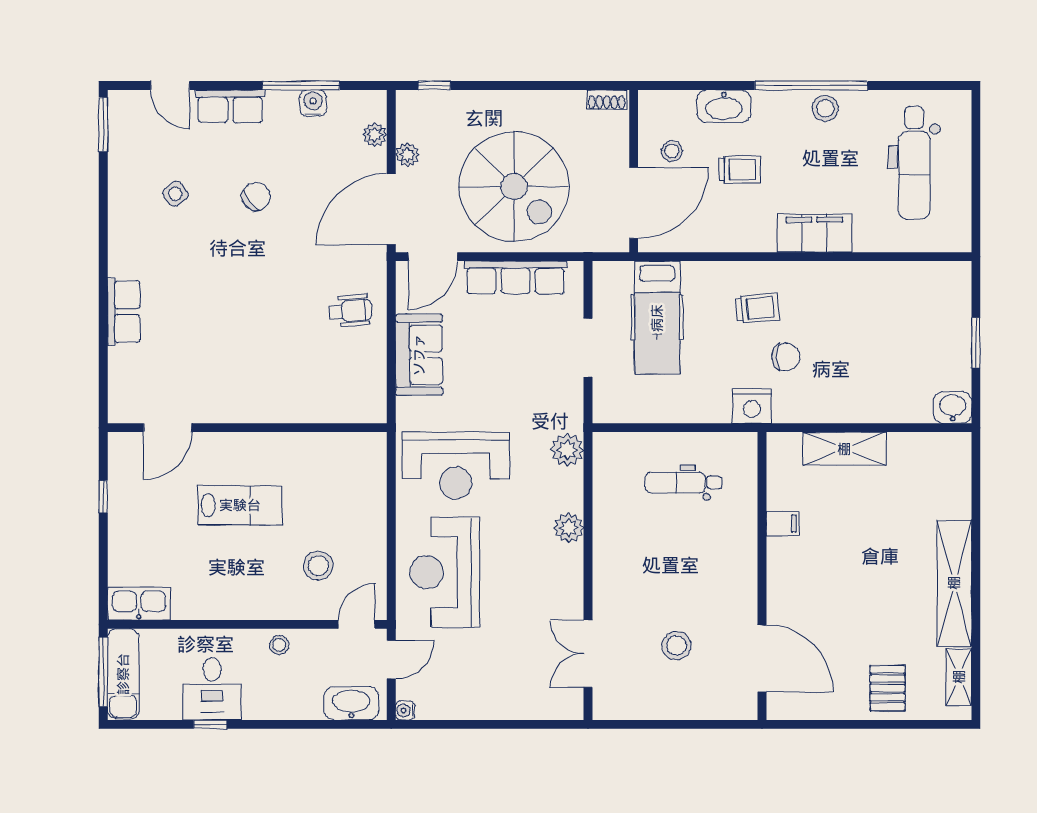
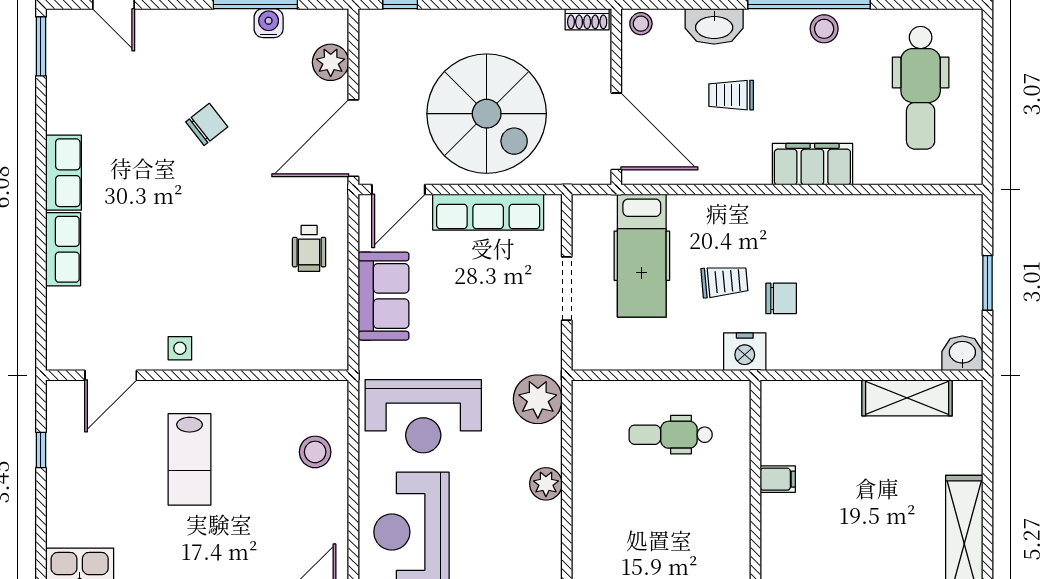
row of seats: (230, 106) -> (64, 173), moved, turned -90
plant: (375, 135) -> (331, 62), width x1.38, depth x1.38
stool: (672, 151) -> (641, 24), moved
plant: (407, 155) -> (371, 79), removed
trolley: (739, 169) -> (731, 95), turned 180
side table: (175, 194) -> (180, 348), moved, turned 37
door: (634, 203) -> (616, 131), hinge flipped
trolley: (757, 308) -> (725, 281), moved
wheelchair: (350, 311) -> (309, 248), turned 95
shelving: (844, 449) -> (907, 398), moved
plant: (567, 450) -> (538, 399), width x1.36, depth x1.36
lab bench: (240, 505) -> (189, 459), turned 90
stool: (318, 566) -> (315, 452), moved

